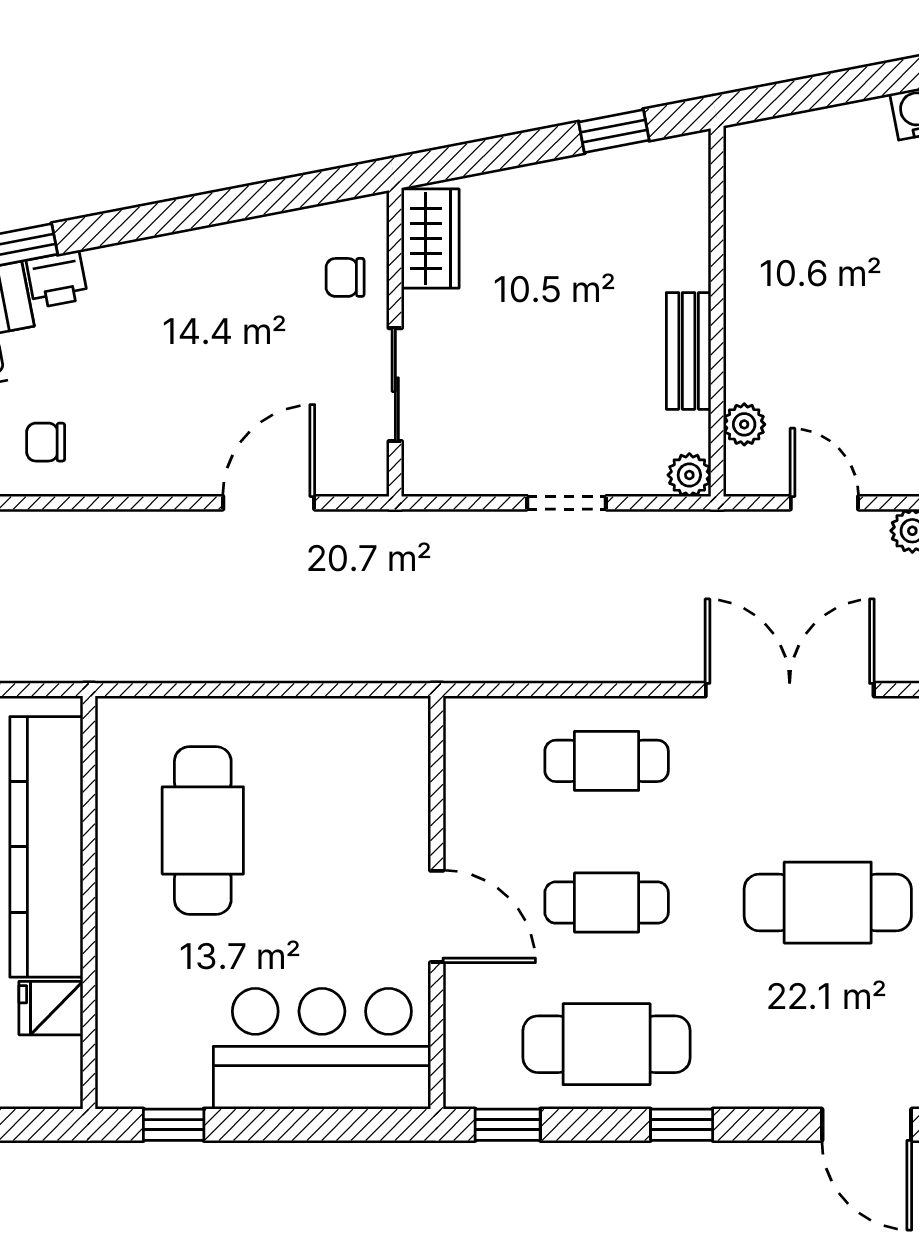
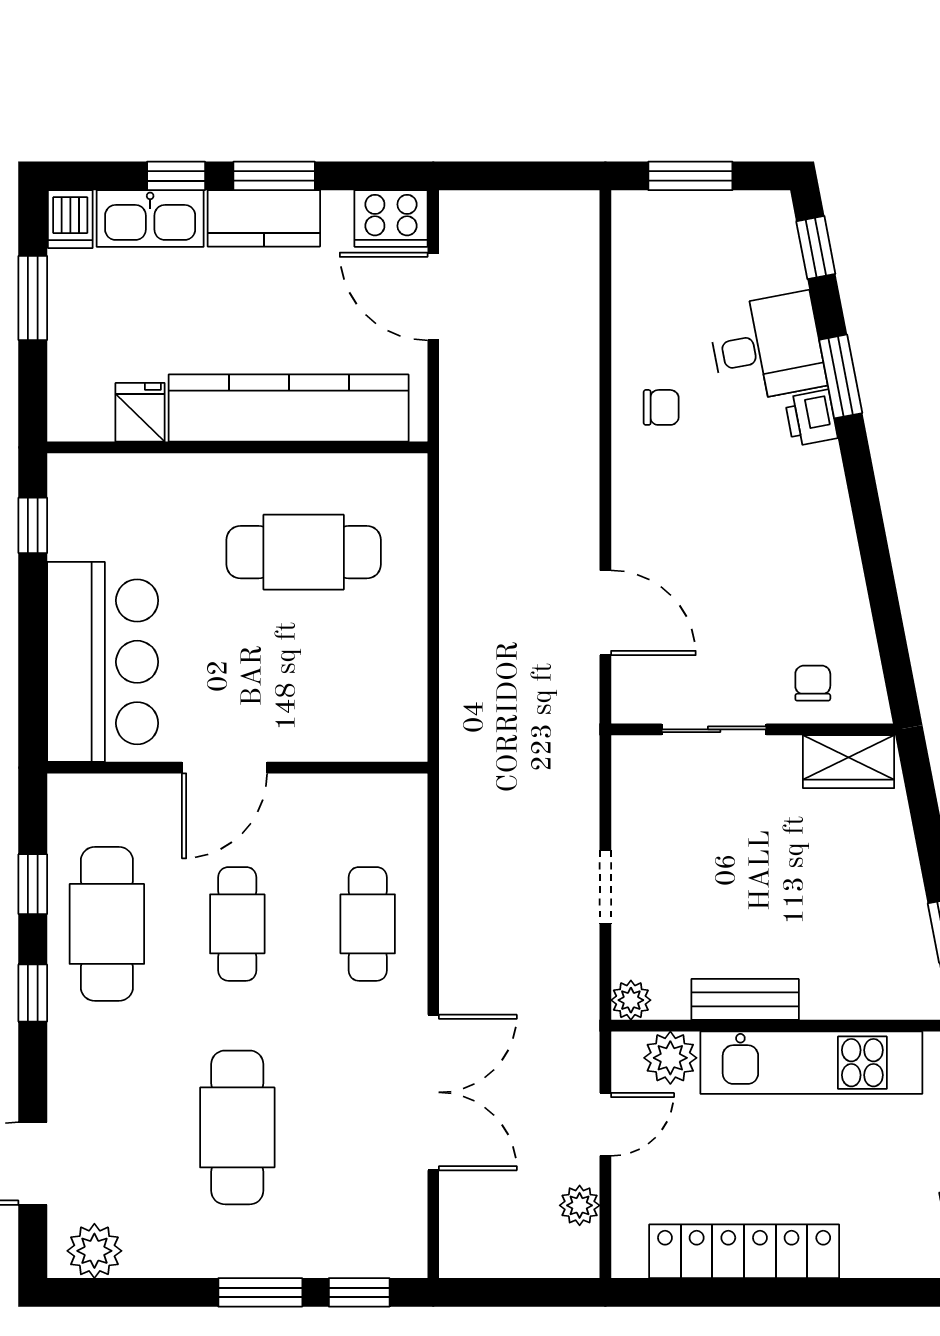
kitchen unit: (757, 279) -> (811, 1063), added
plant: (744, 424) -> (670, 1058), width x1.38, depth x1.38
chair: (46, 442) -> (661, 407), turned 90
window: (508, 1125) -> (33, 884), moved

